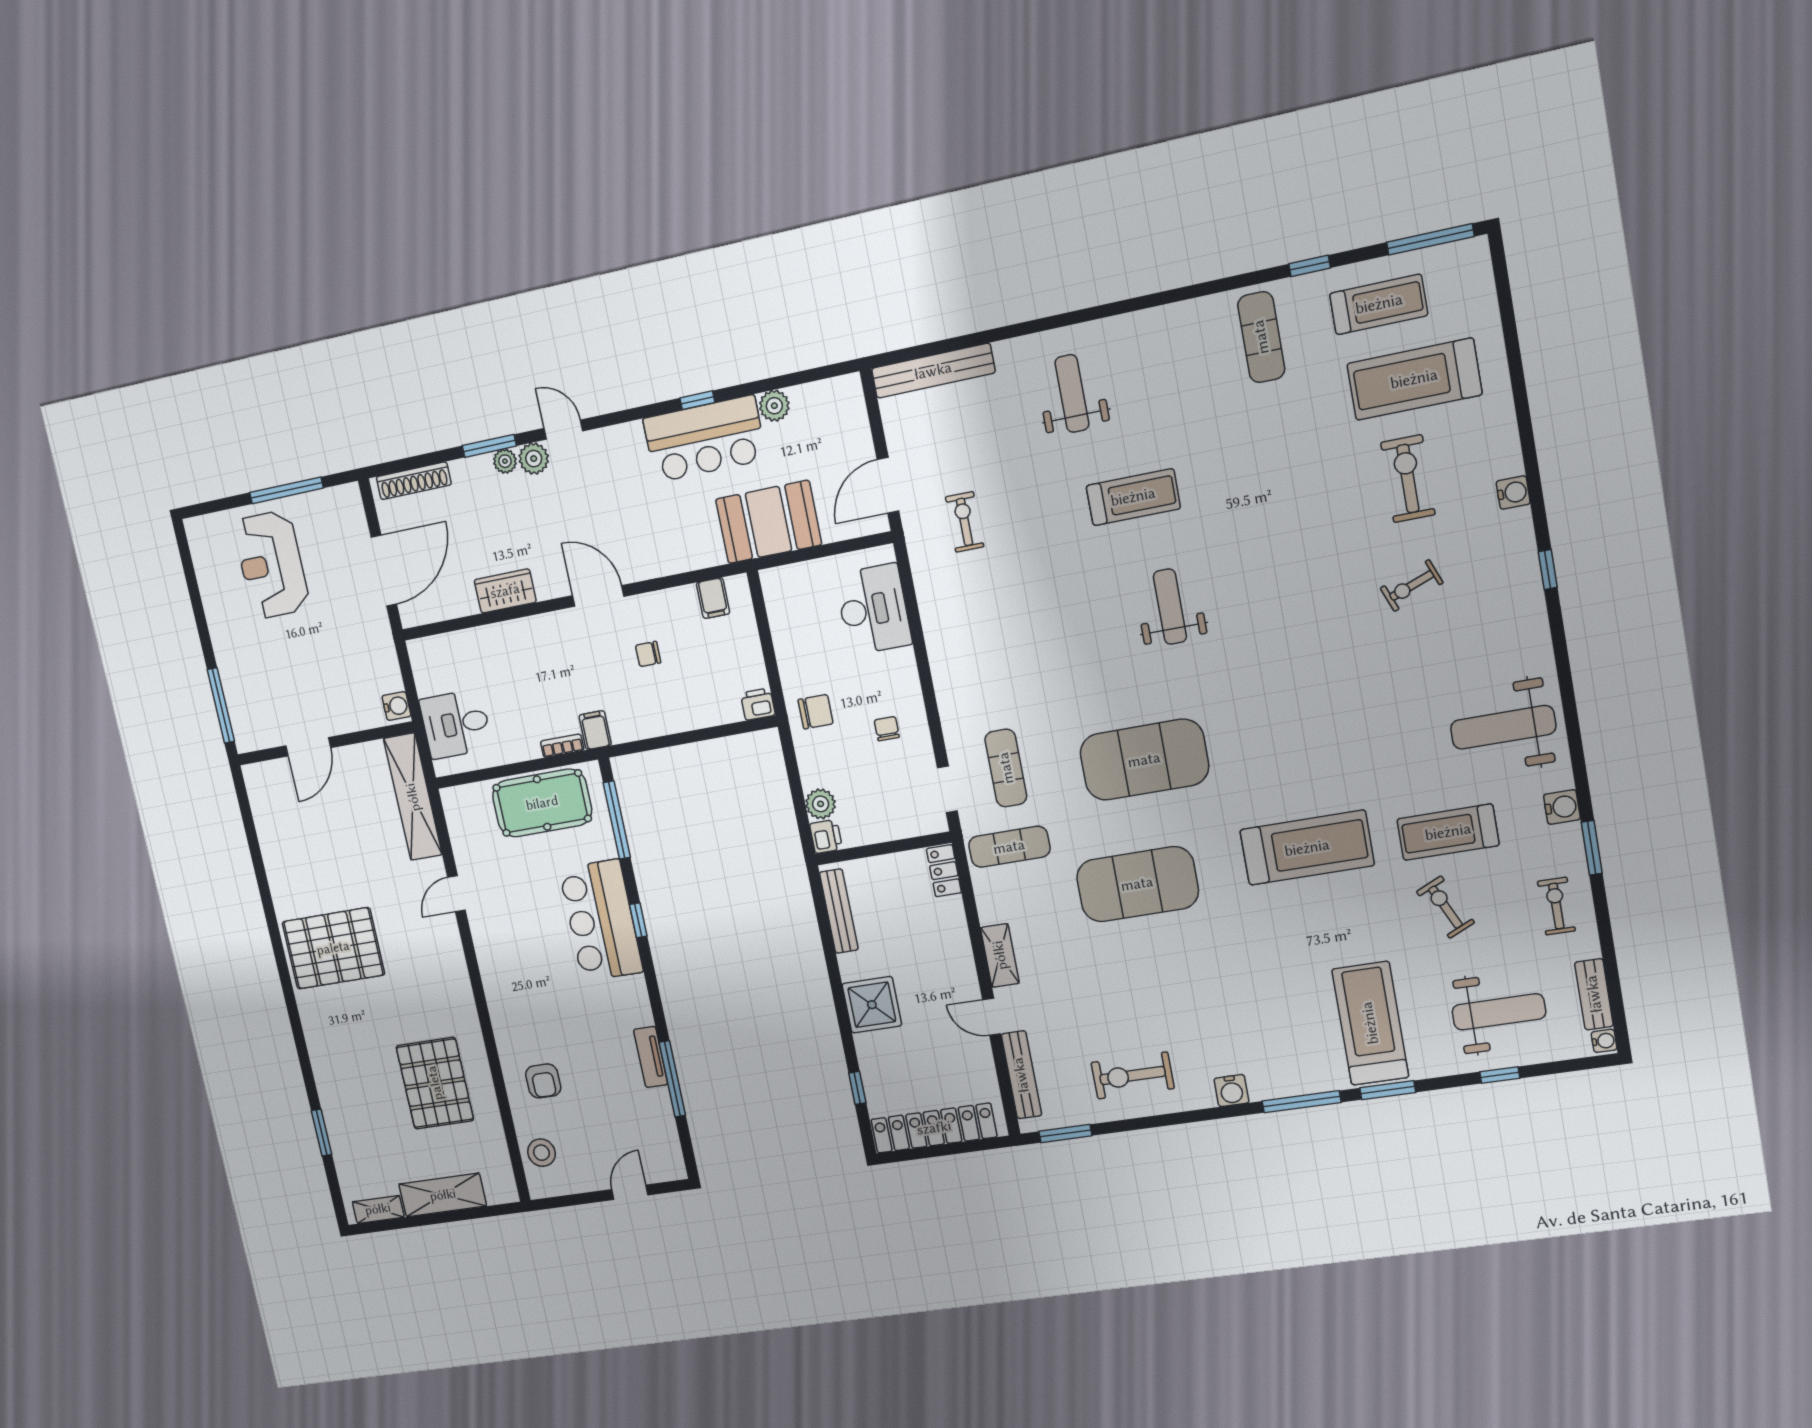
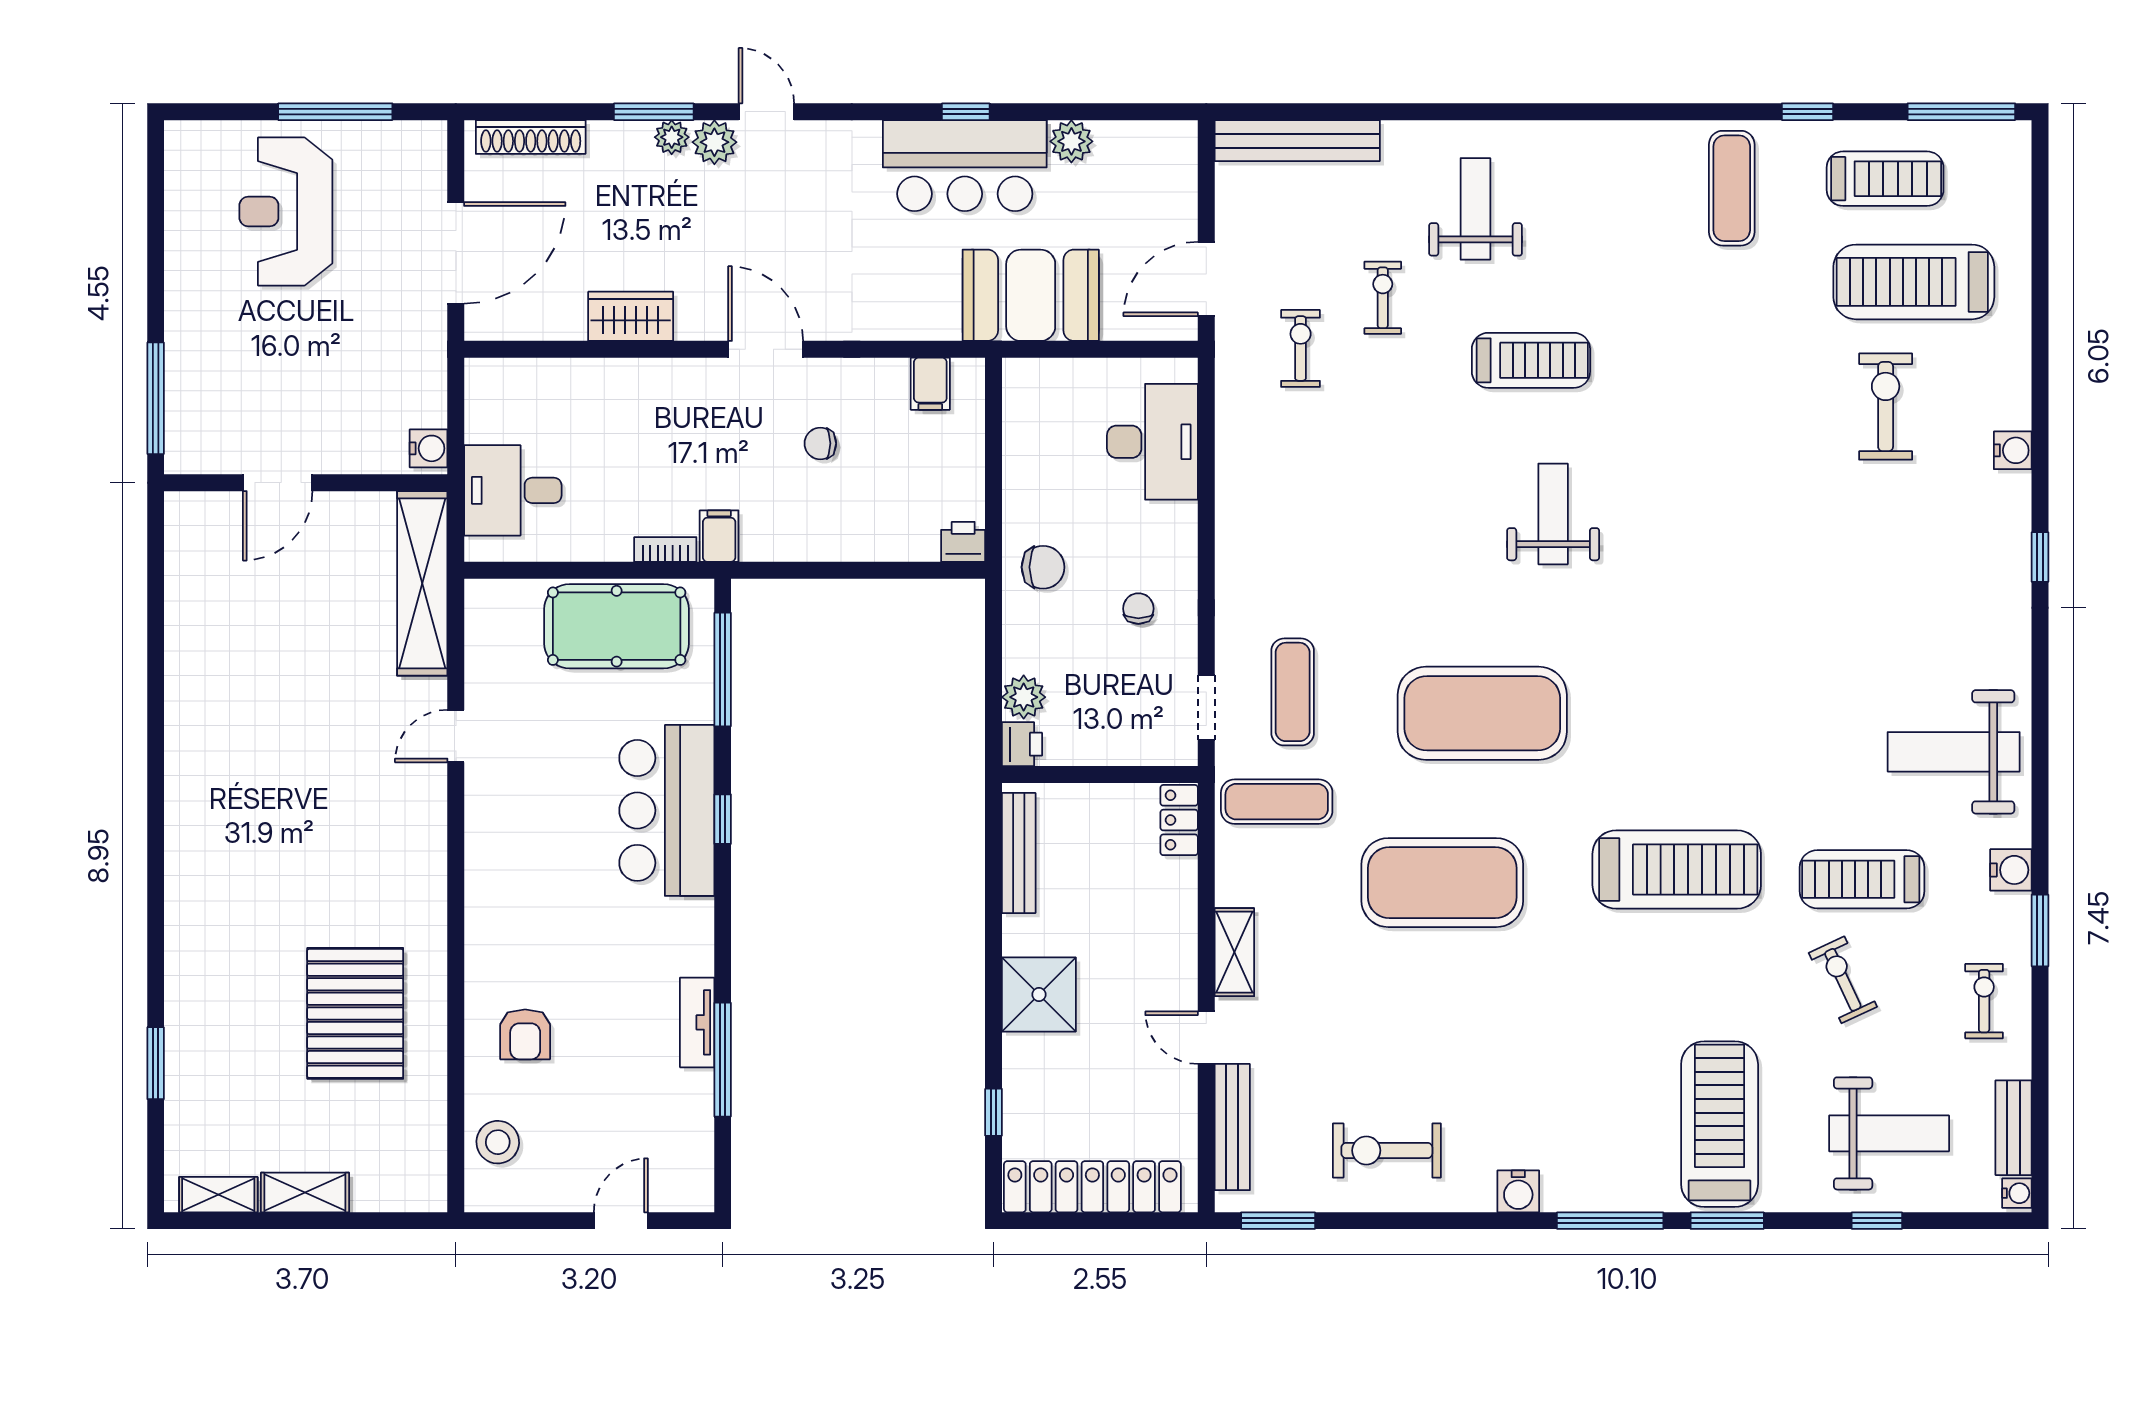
exercise bike: (1412, 586) -> (1383, 298), moved, turned 111
pallet: (333, 948) -> (244, 786), removed
shelving: (443, 1195) -> (305, 1192), width x0.67, depth x0.75

